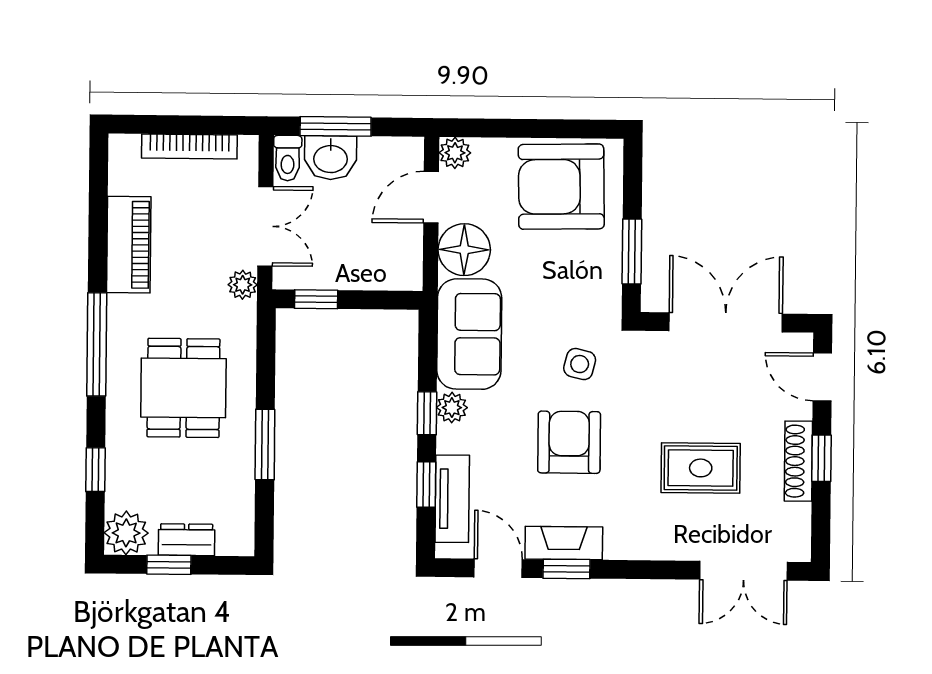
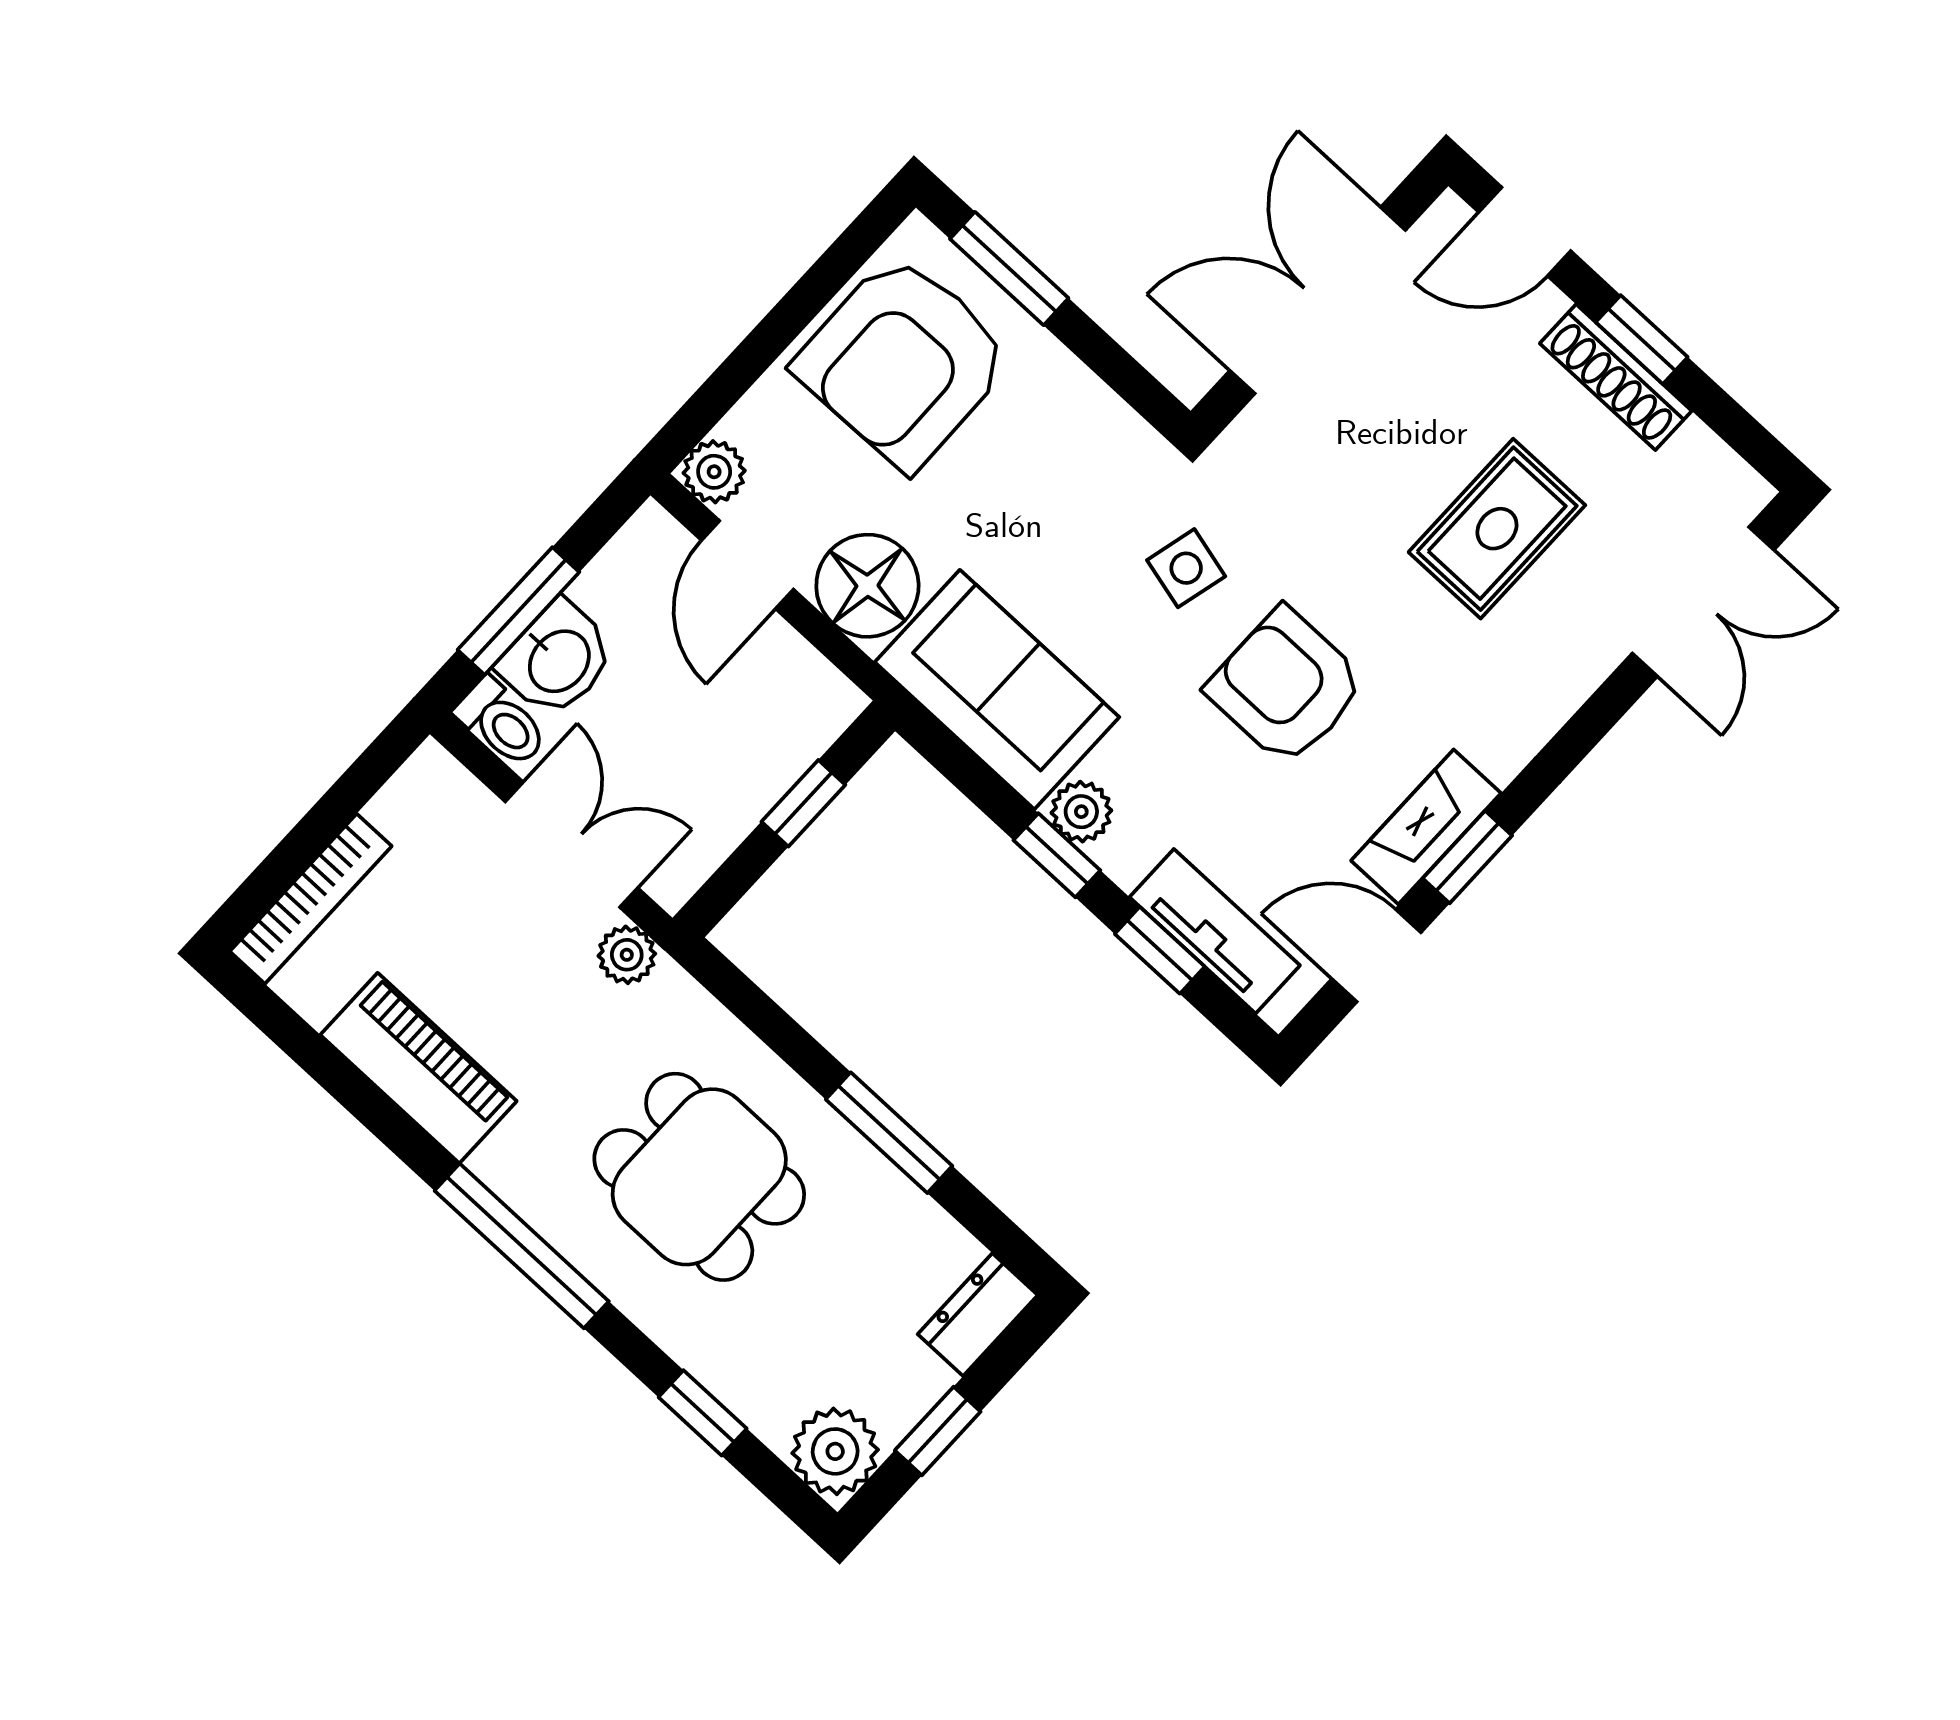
bookcase: (189, 146) -> (311, 899), moved
window: (632, 252) -> (1009, 269), moved
window: (316, 299) -> (803, 803), moved
dresser: (187, 540) -> (978, 1315), moved

